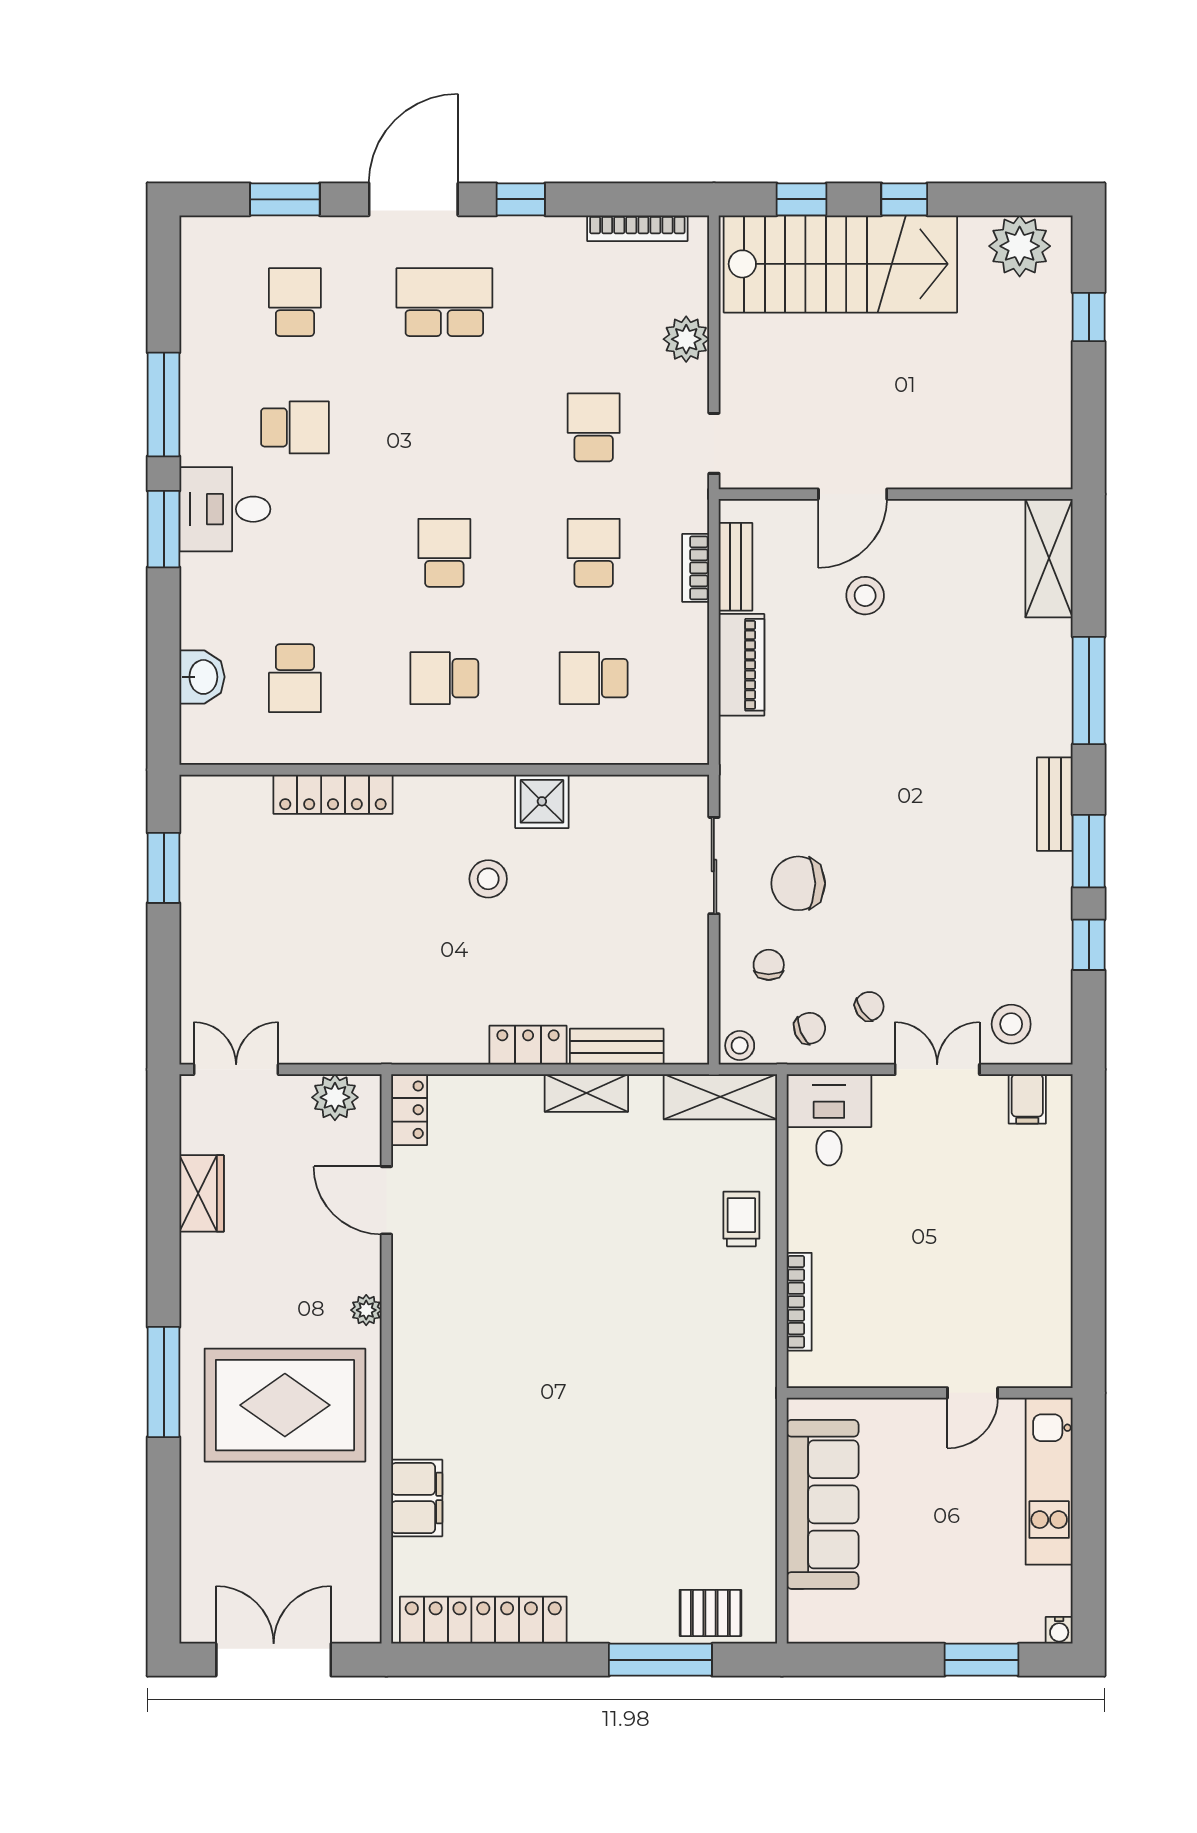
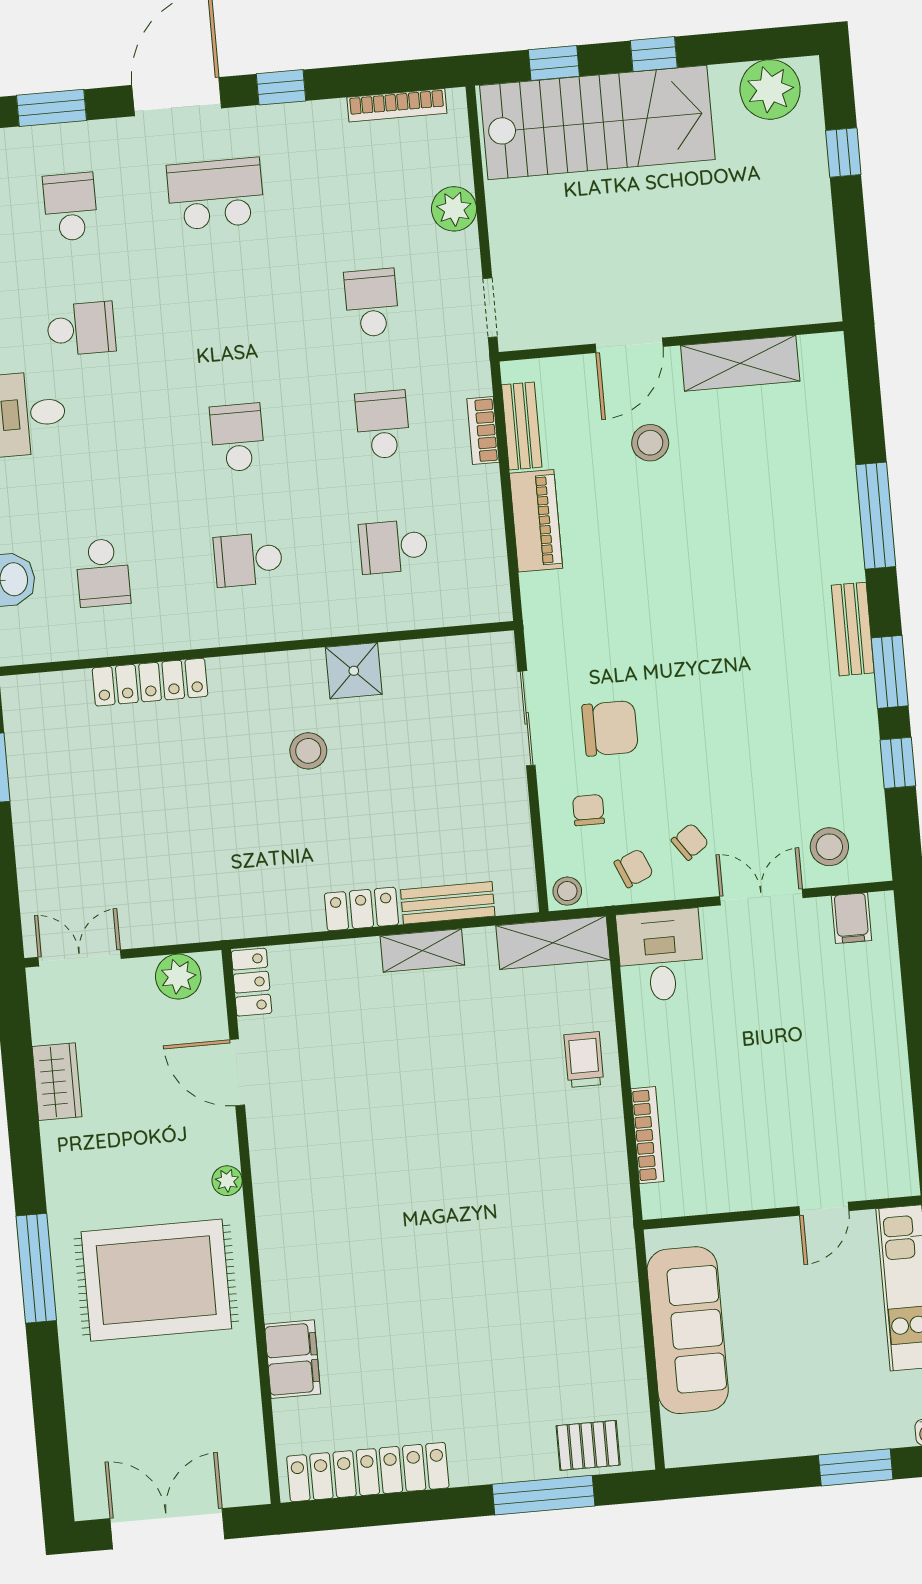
shelving: (1049, 558) -> (740, 363), moved, turned 90
chair: (798, 883) -> (610, 728), turned 180

